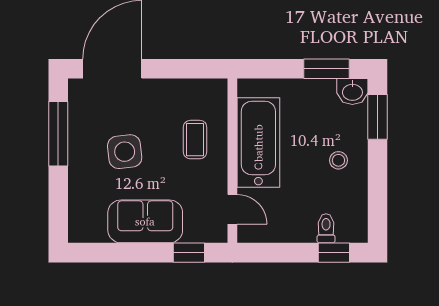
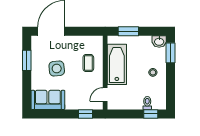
window: (327, 69) -> (128, 31), moved
window: (58, 134) -> (27, 60), width x0.69
door: (232, 209) -> (105, 94), swing flipped
sofa: (145, 221) -> (48, 100), moved

